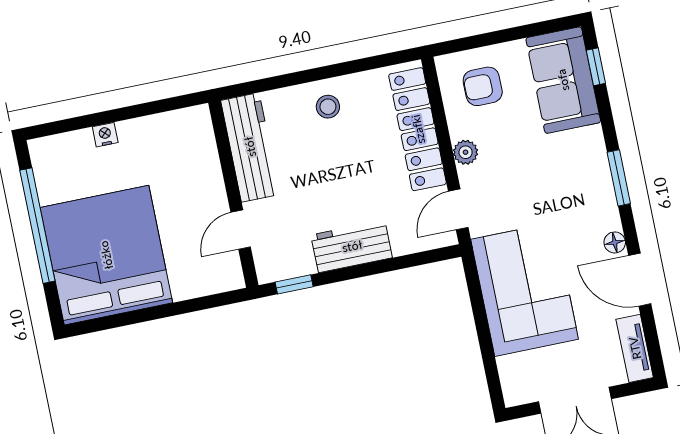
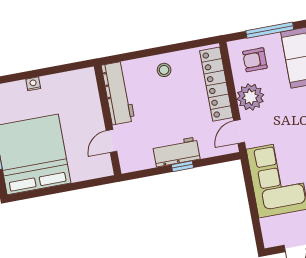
window: (507, 35) -> (270, 30), added
plant: (466, 152) -> (250, 97), width x1.88, depth x1.88
window: (294, 284) -> (182, 166), moved

